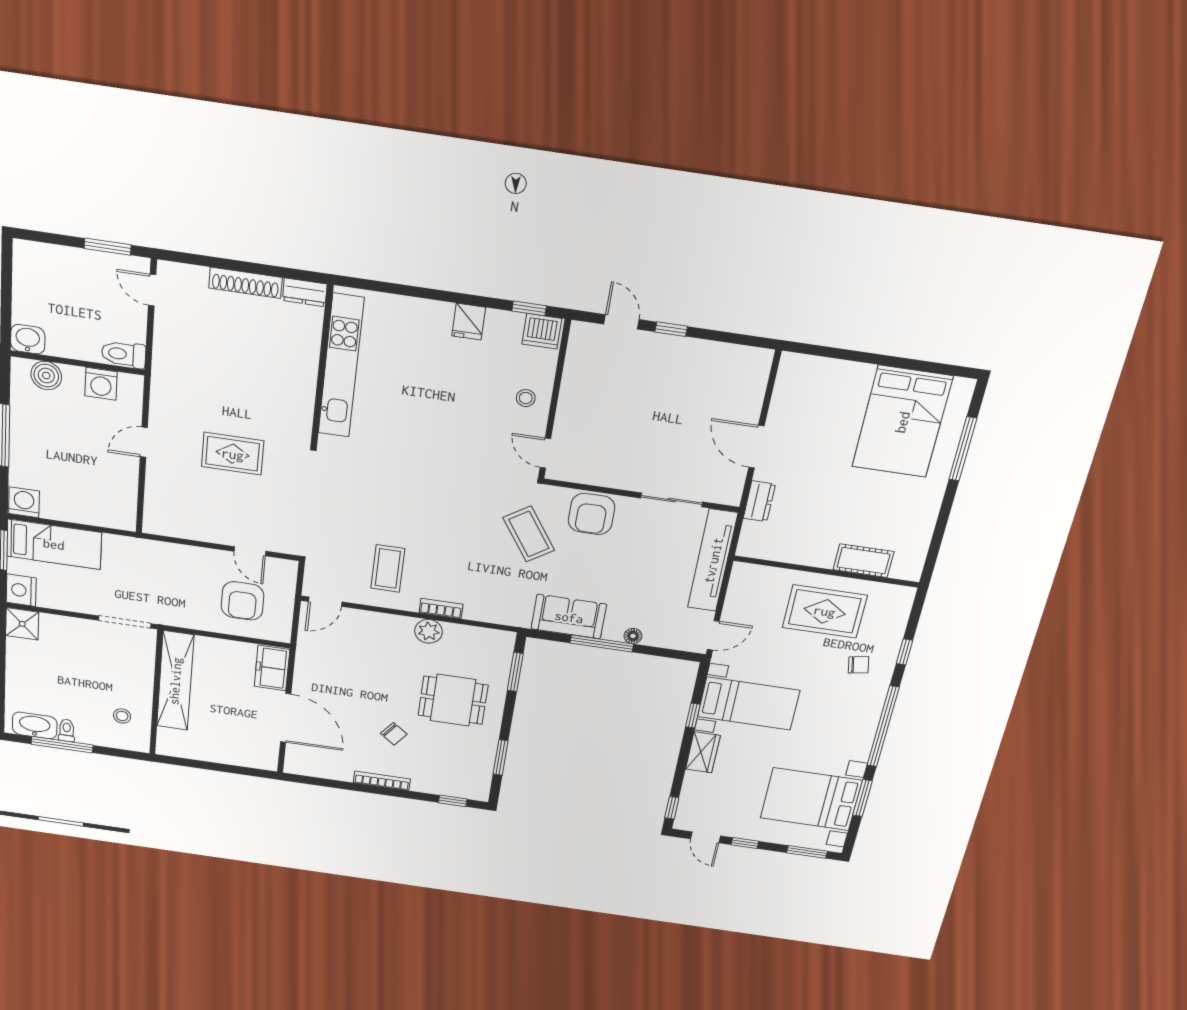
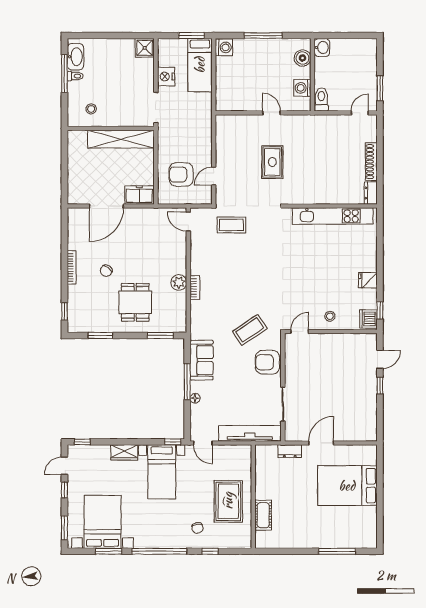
bed: (902, 422) -> (347, 486), moved
coffee table: (388, 568) -> (231, 225), moved
nightstand: (21, 590) -> (166, 77), moved, turned -90
window: (693, 716) -> (173, 442), moved

